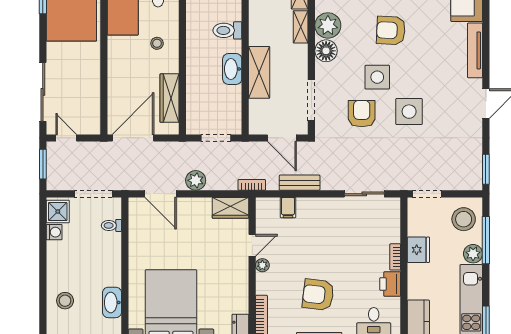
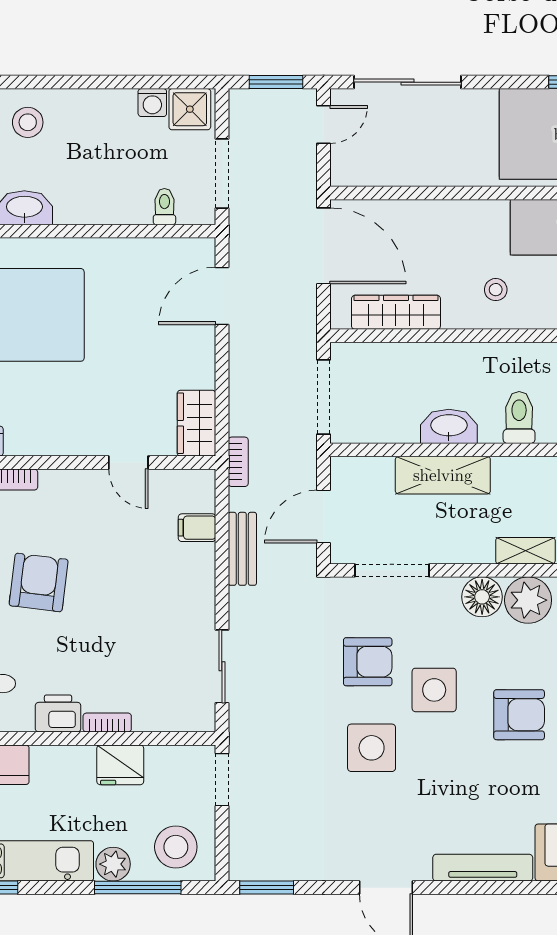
armchair: (391, 30) -> (519, 715), turned 87
doorway: (216, 138) -> (323, 397), width x1.38
plant: (196, 180) -> (246, 360), removed
plant: (262, 265) -> (92, 481), removed

